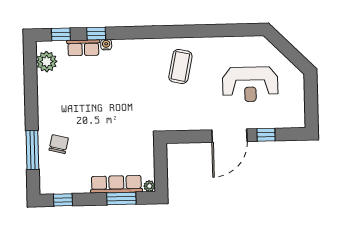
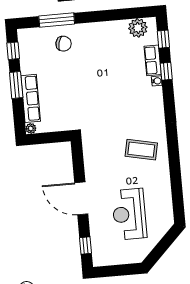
window: (266, 135) -> (85, 245), moved
window: (121, 199) -> (16, 85), moved

